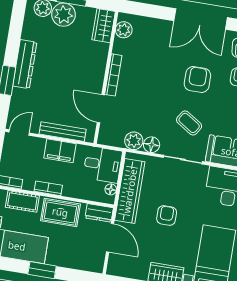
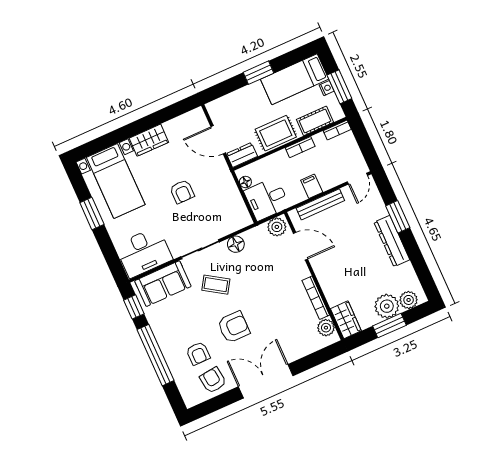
bookcase: (113, 75) -> (316, 298), moved
armchair: (197, 80) -> (234, 327), turned -90
plant: (134, 141) -> (277, 227), moved
filing cabinet: (60, 151) -> (312, 186), width x0.50
wardrobe: (130, 191) -> (228, 192), removed

